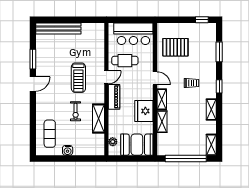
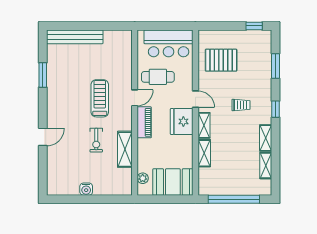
treadmill: (78, 78) -> (100, 98), turned 180
door: (33, 84) -> (43, 137), moved
fridge: (144, 111) -> (182, 121), moved
exercise mat: (50, 134) -> (64, 168), removed
shelving: (211, 145) -> (266, 166), moved

